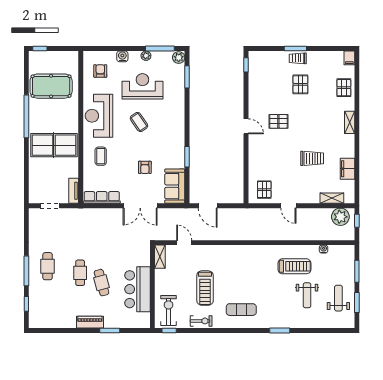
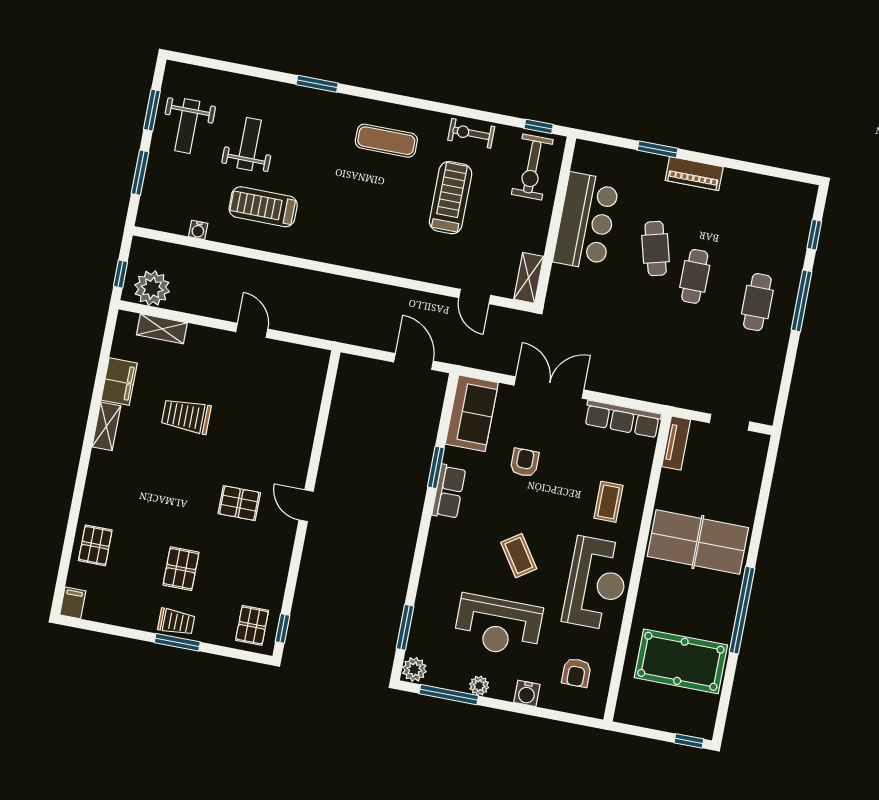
shelving: (350, 122) -> (106, 426), moved
row of seats: (179, 146) -> (449, 492), added
pallet: (264, 190) -> (252, 625), moved

